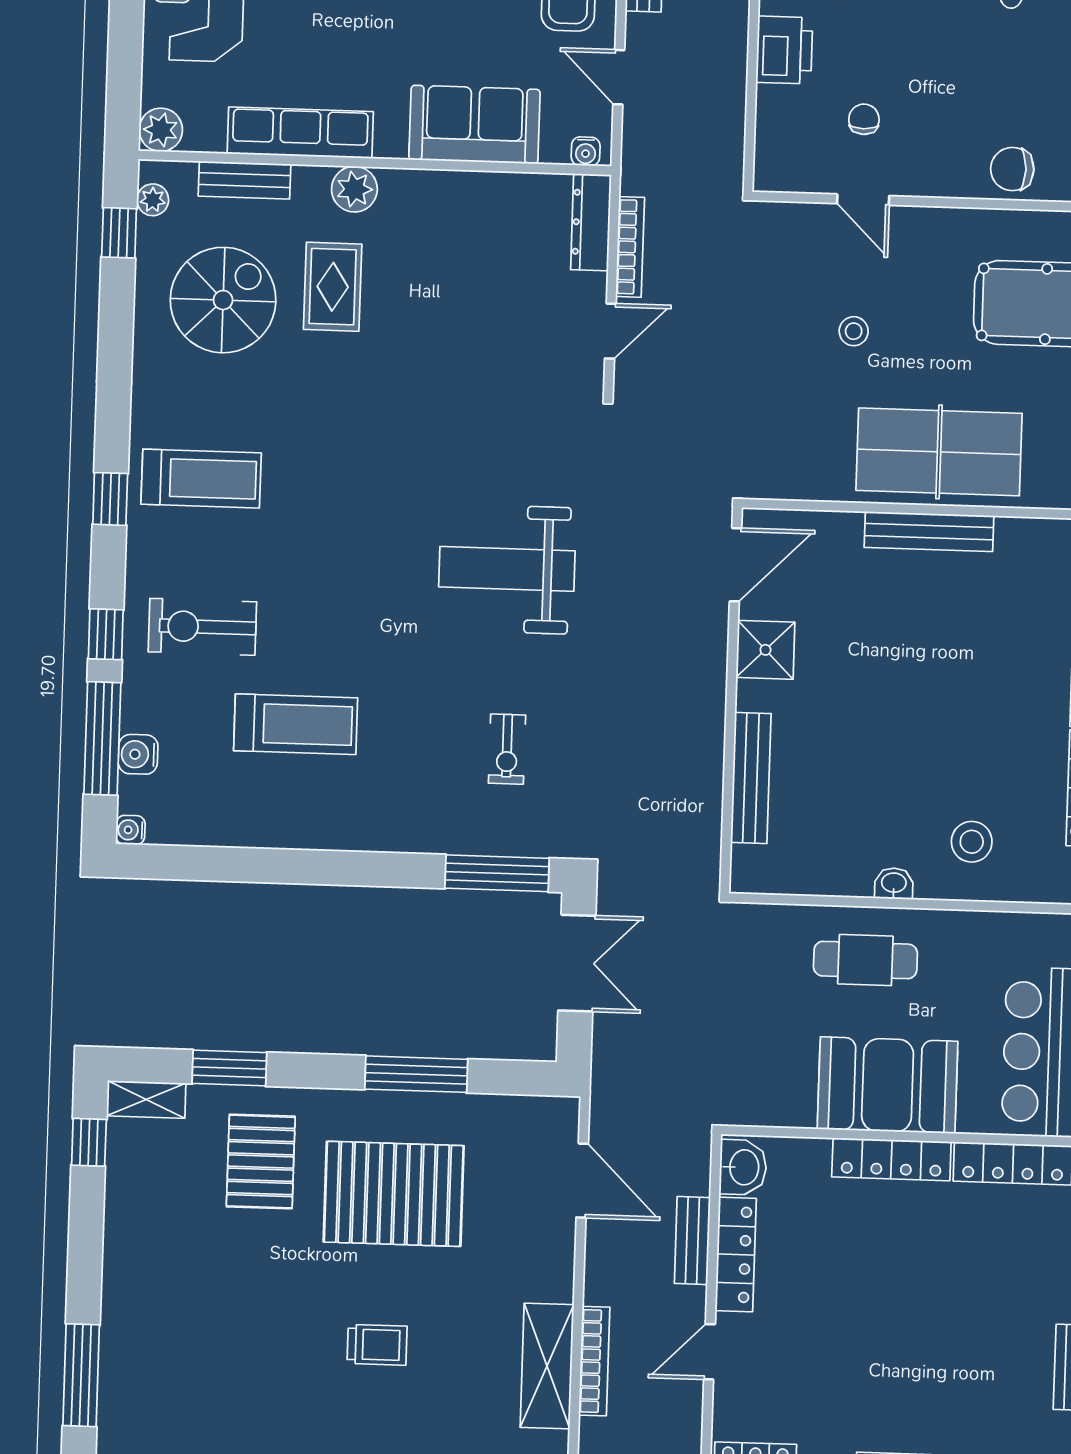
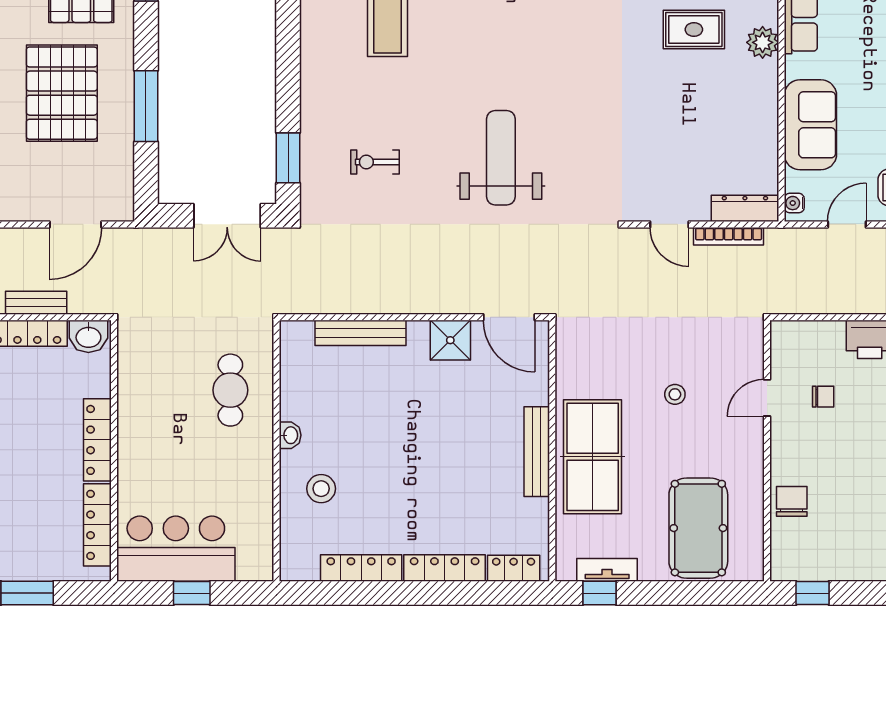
window: (497, 873) -> (288, 158), width x0.69
cafe table: (865, 960) -> (230, 390), moved
booth: (888, 1085) -> (149, 436), removed

